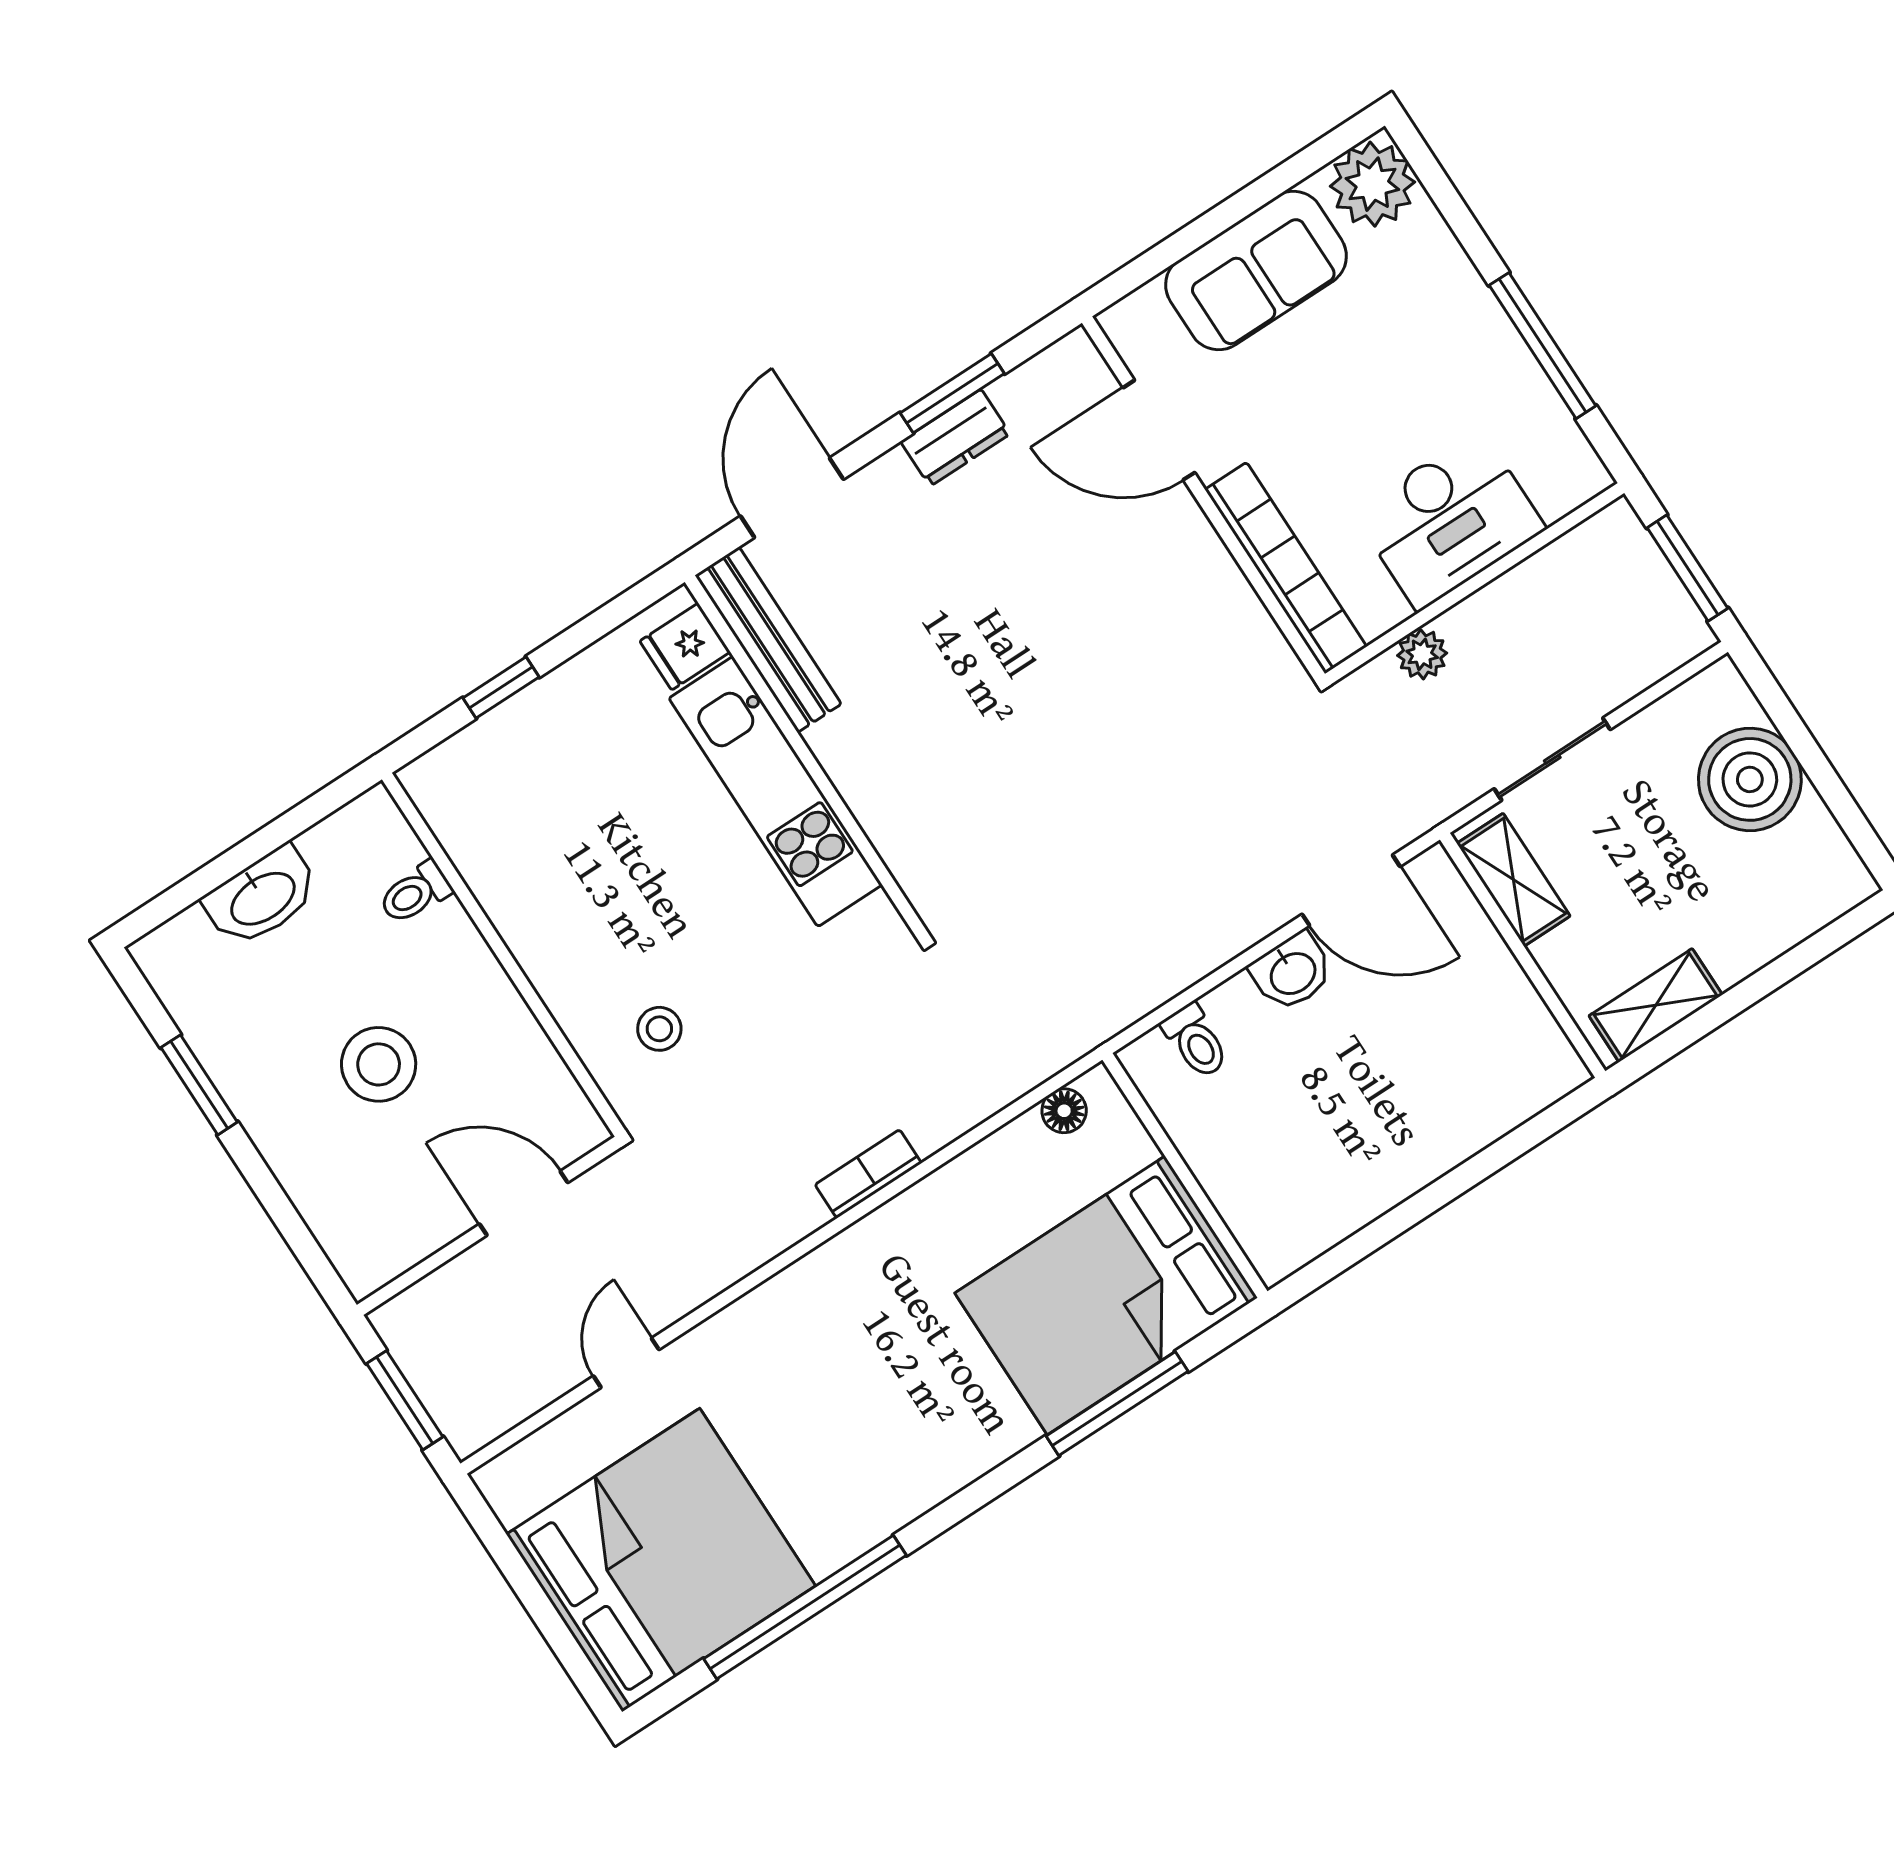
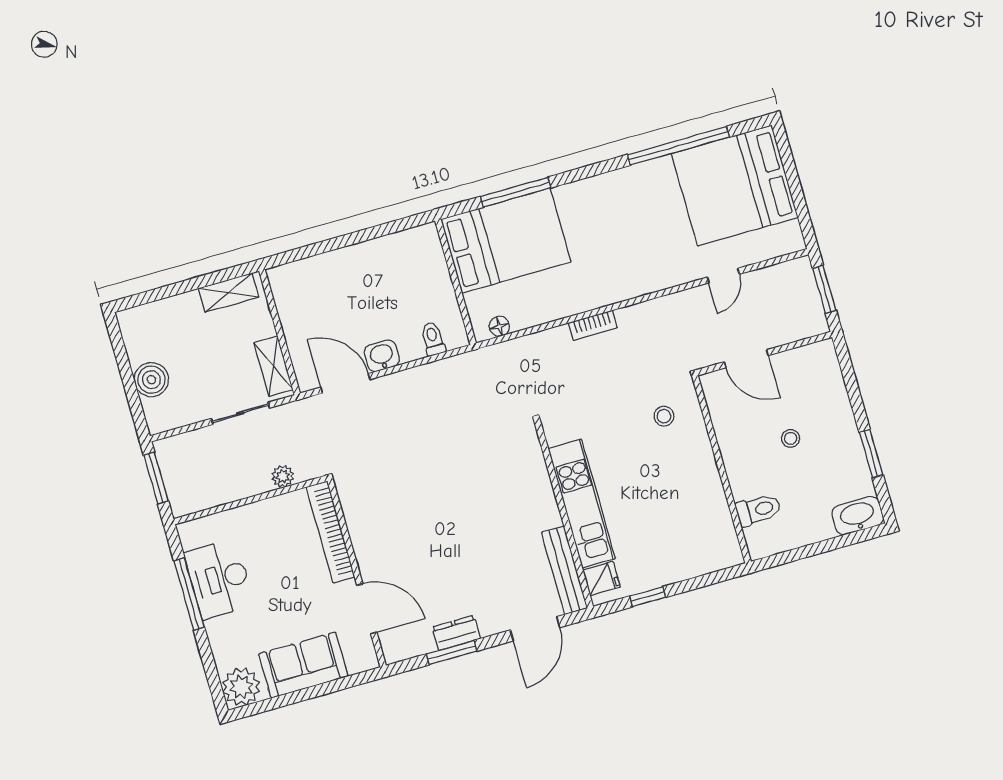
desk: (1449, 520) -> (219, 579), moved, turned -90
window: (501, 687) -> (648, 597), moved
boiler: (1750, 779) -> (151, 380), width x0.73, depth x0.73
toilet: (415, 893) -> (758, 510), width x1.37, depth x1.39
washbasin: (262, 897) -> (858, 516), moved
stool: (379, 1064) -> (791, 438), width x0.53, depth x0.53

